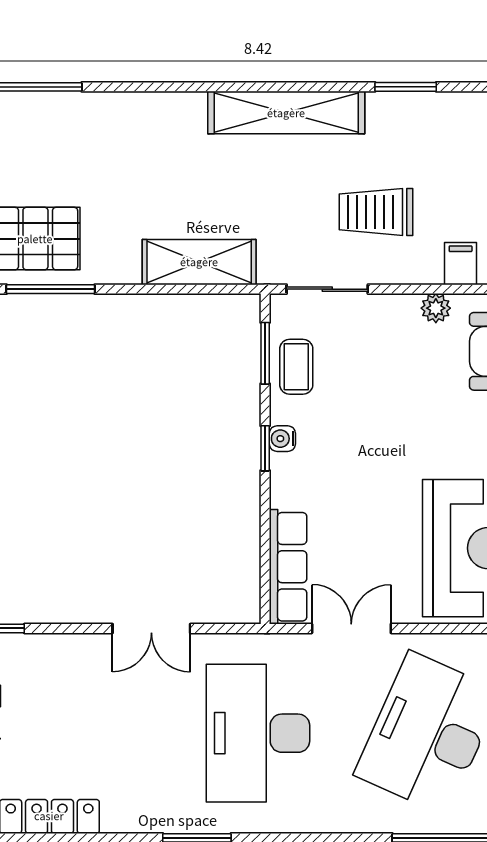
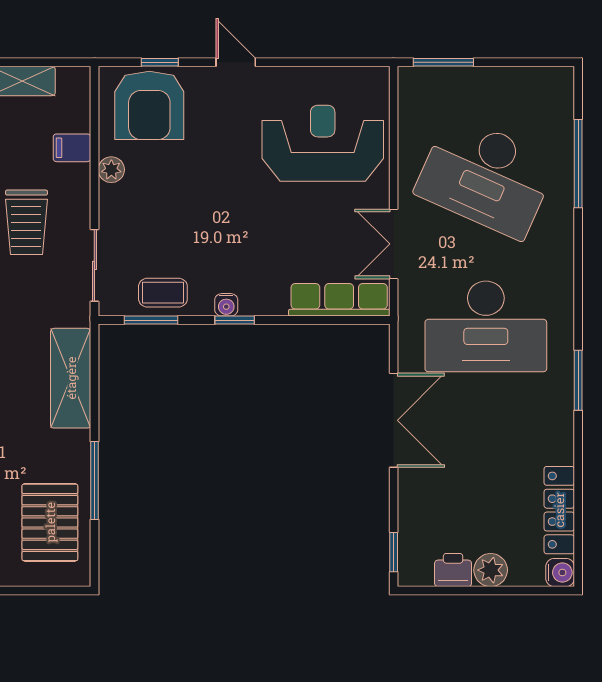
window: (51, 289) -> (94, 480), moved
double door: (151, 628) -> (394, 420), width x1.37

